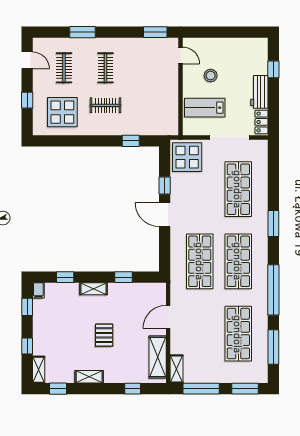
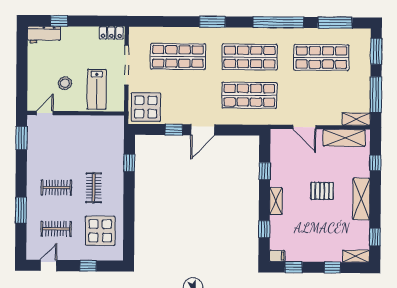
workbench: (259, 92) -> (44, 35), moved
shelving: (89, 377) -> (361, 199), width x1.50, depth x1.33

